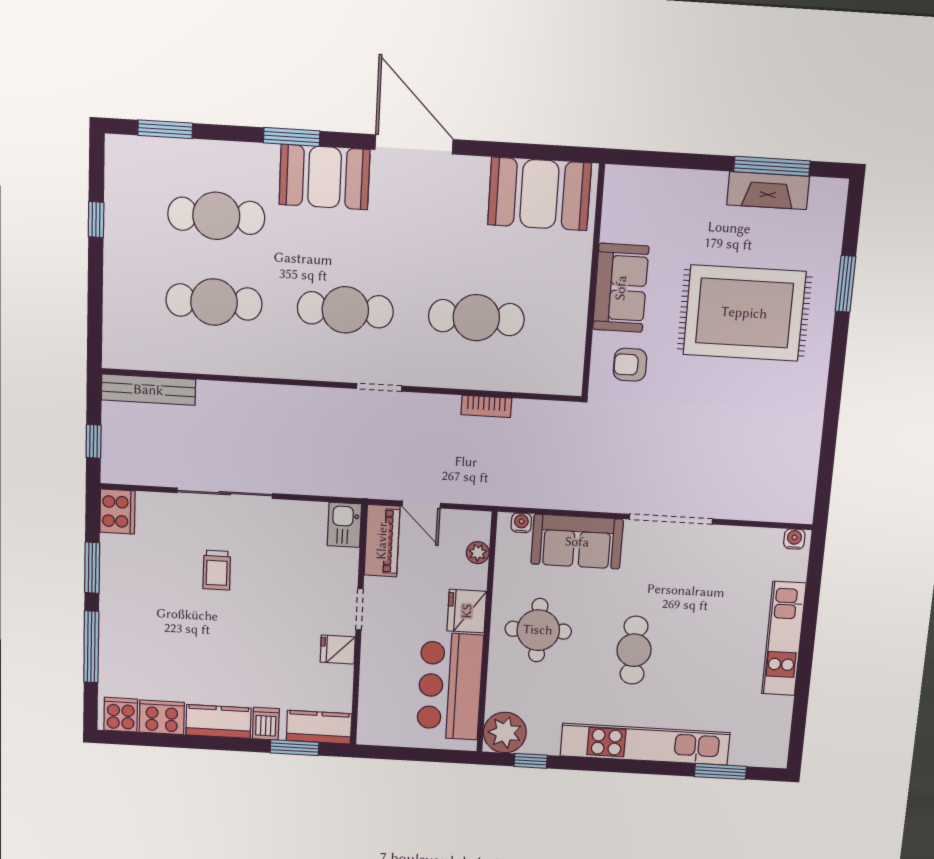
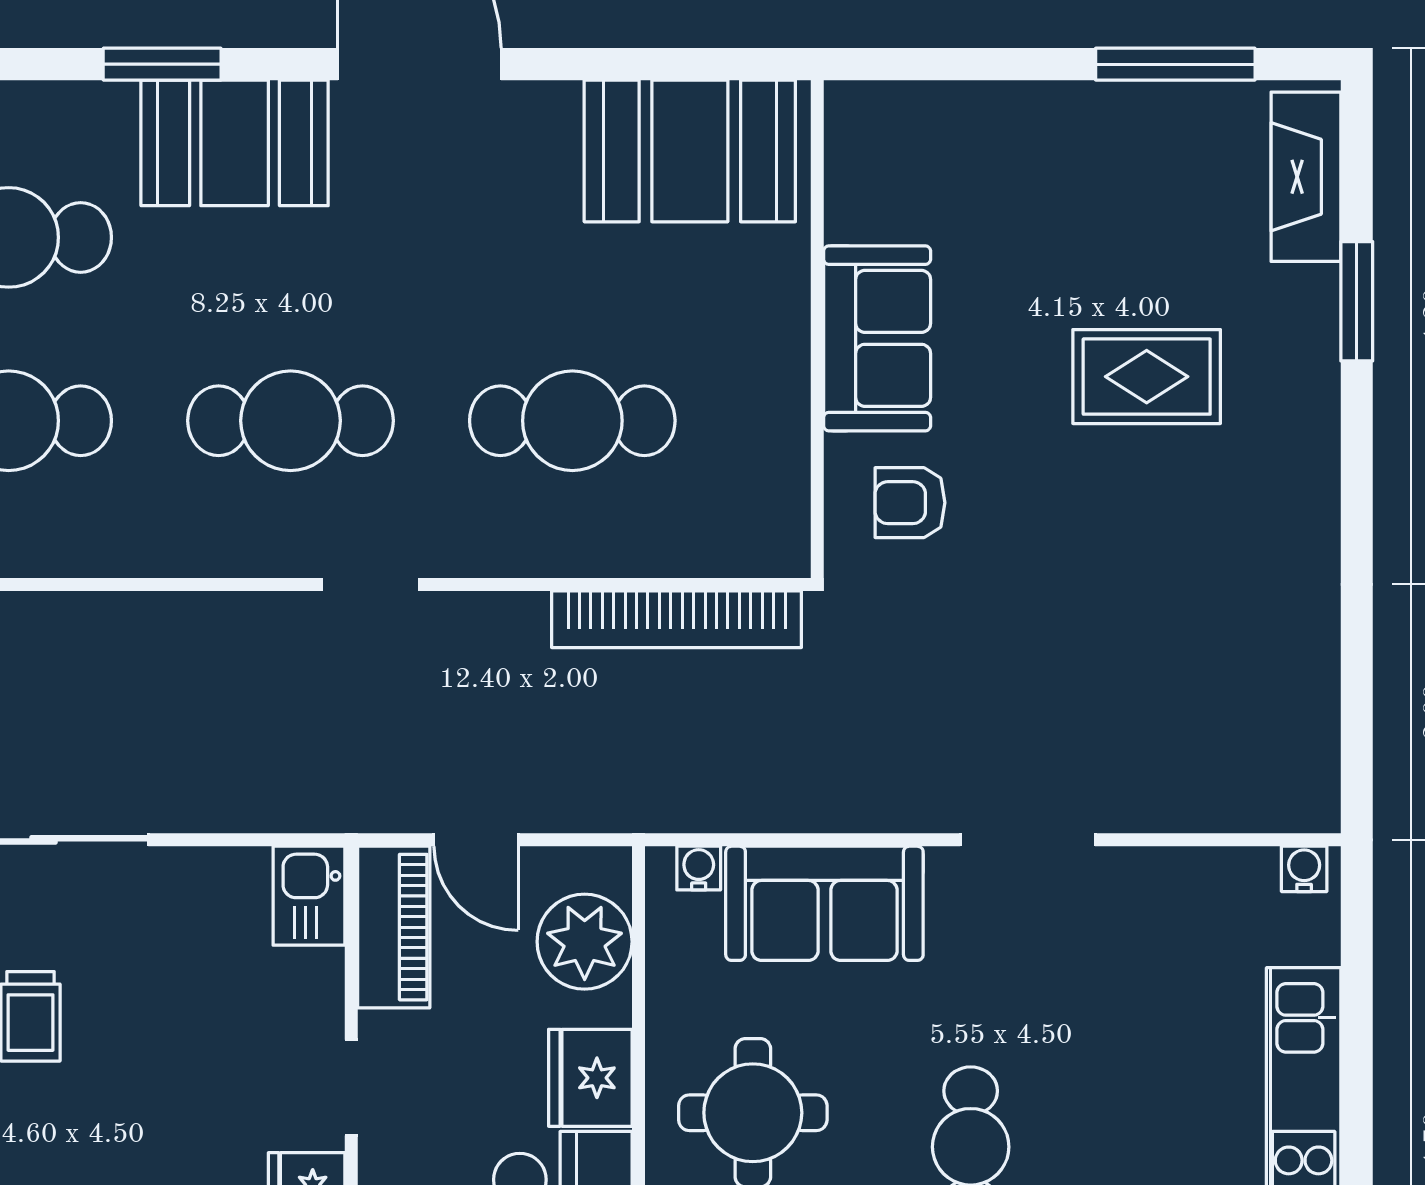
fireplace: (768, 191) -> (1306, 177), moved, turned 90
rug: (744, 313) -> (1147, 377), width x0.54, depth x0.49
bookcase: (486, 406) -> (677, 619), width x2.31, depth x1.31
doorway: (671, 519) -> (1028, 840), width x0.73
plant: (478, 553) -> (585, 942), width x1.88, depth x1.88

